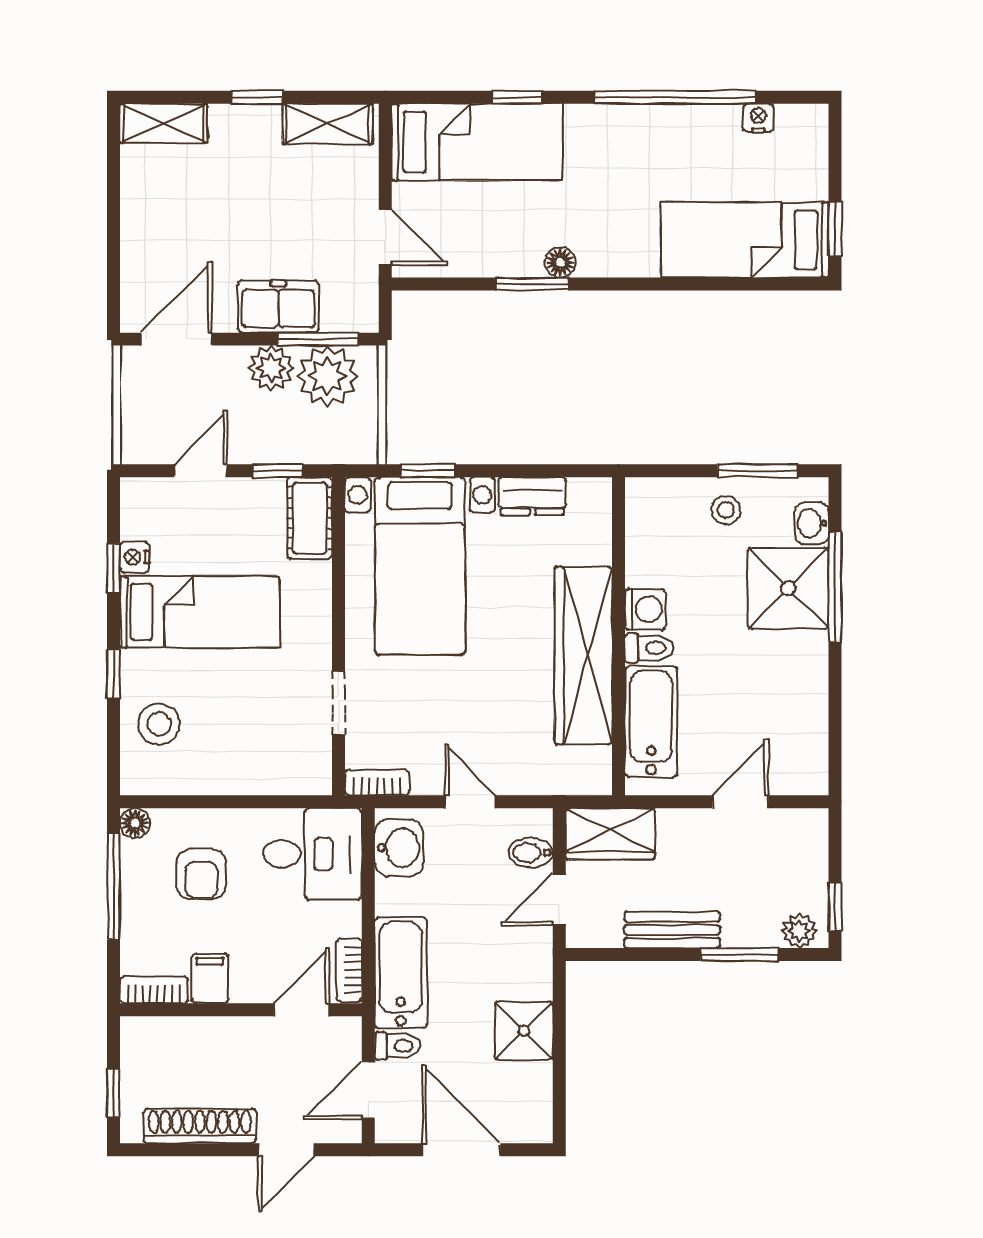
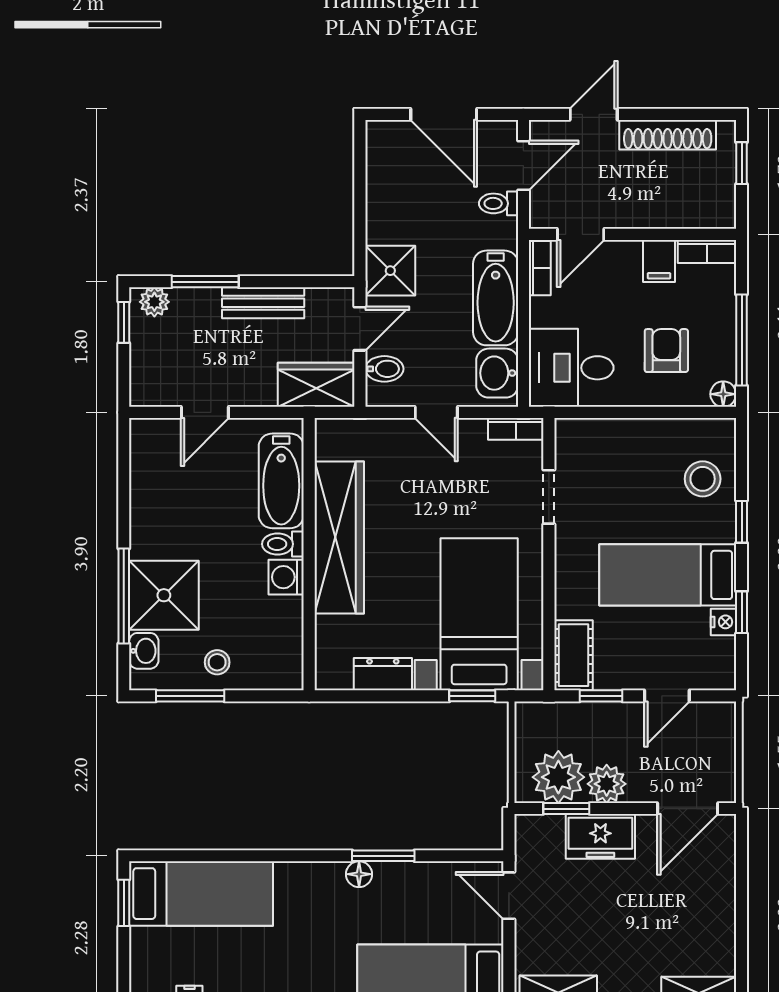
window: (318, 339) -> (566, 809), width x0.67
bathtub: (401, 973) -> (496, 298), moved
shower: (524, 1031) -> (390, 271), moved

